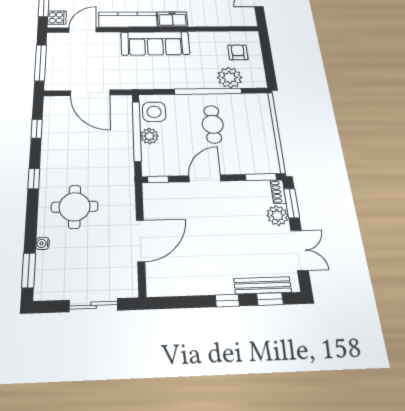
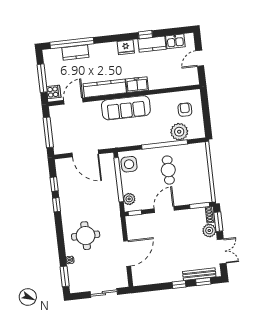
plant: (149, 136) -> (129, 199), moved
window: (34, 179) -> (56, 205), moved

